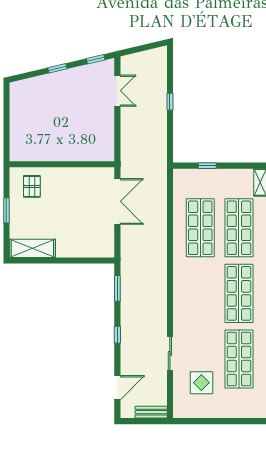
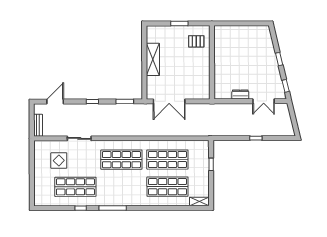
dresser: (108, 124) -> (240, 94), added
double door: (117, 201) -> (169, 101), moved
shelving: (32, 248) -> (153, 59), moved
shop shelf: (239, 293) -> (121, 160), moved
door: (117, 388) -> (55, 102), swing flipped

